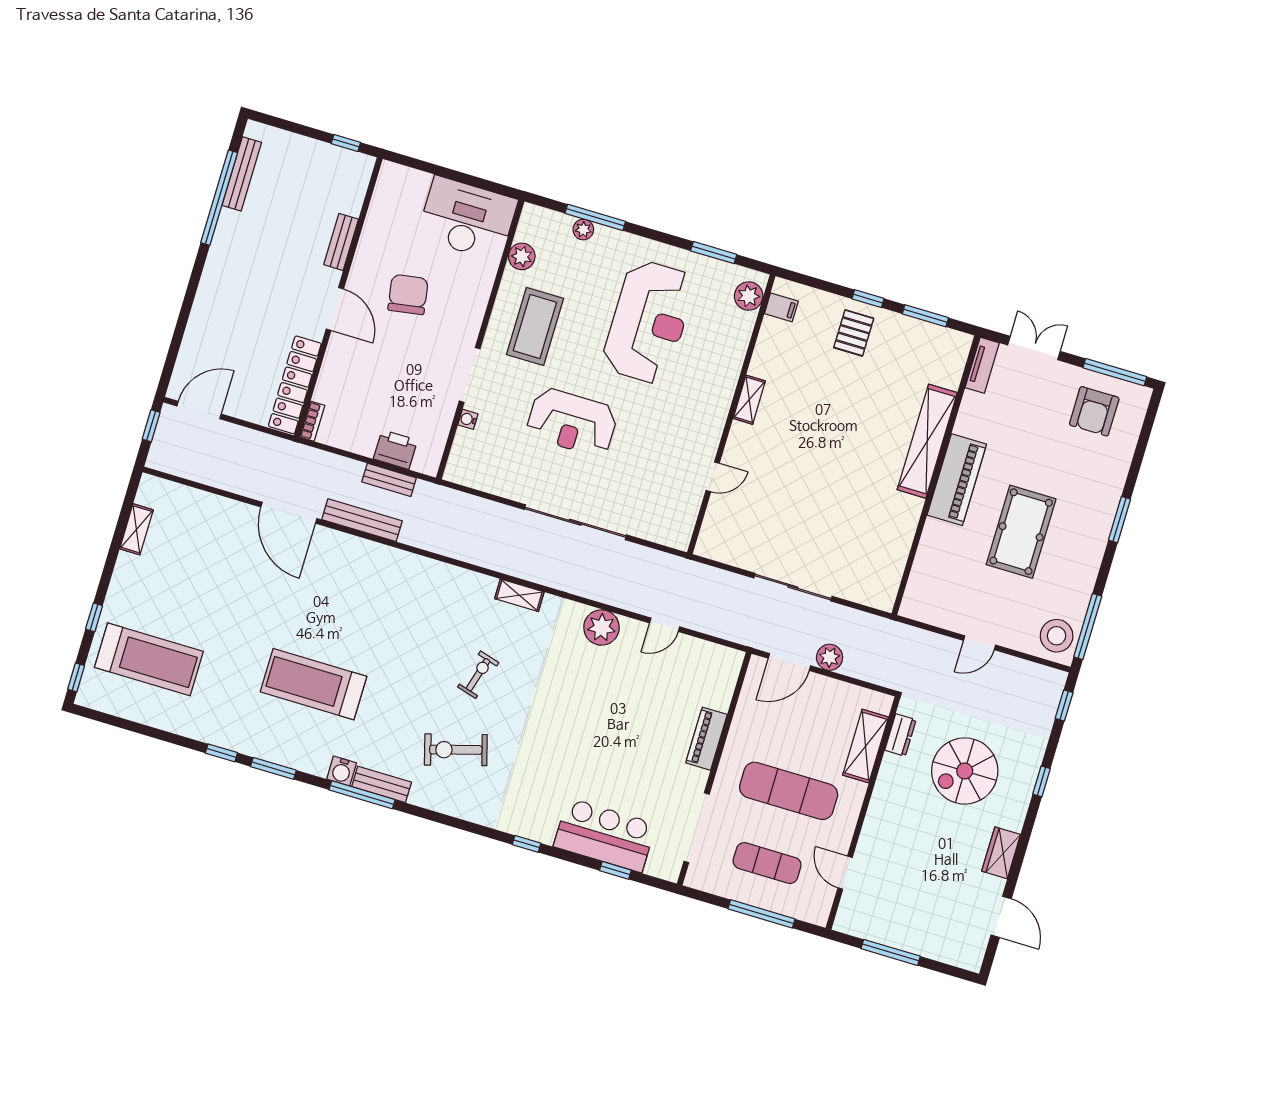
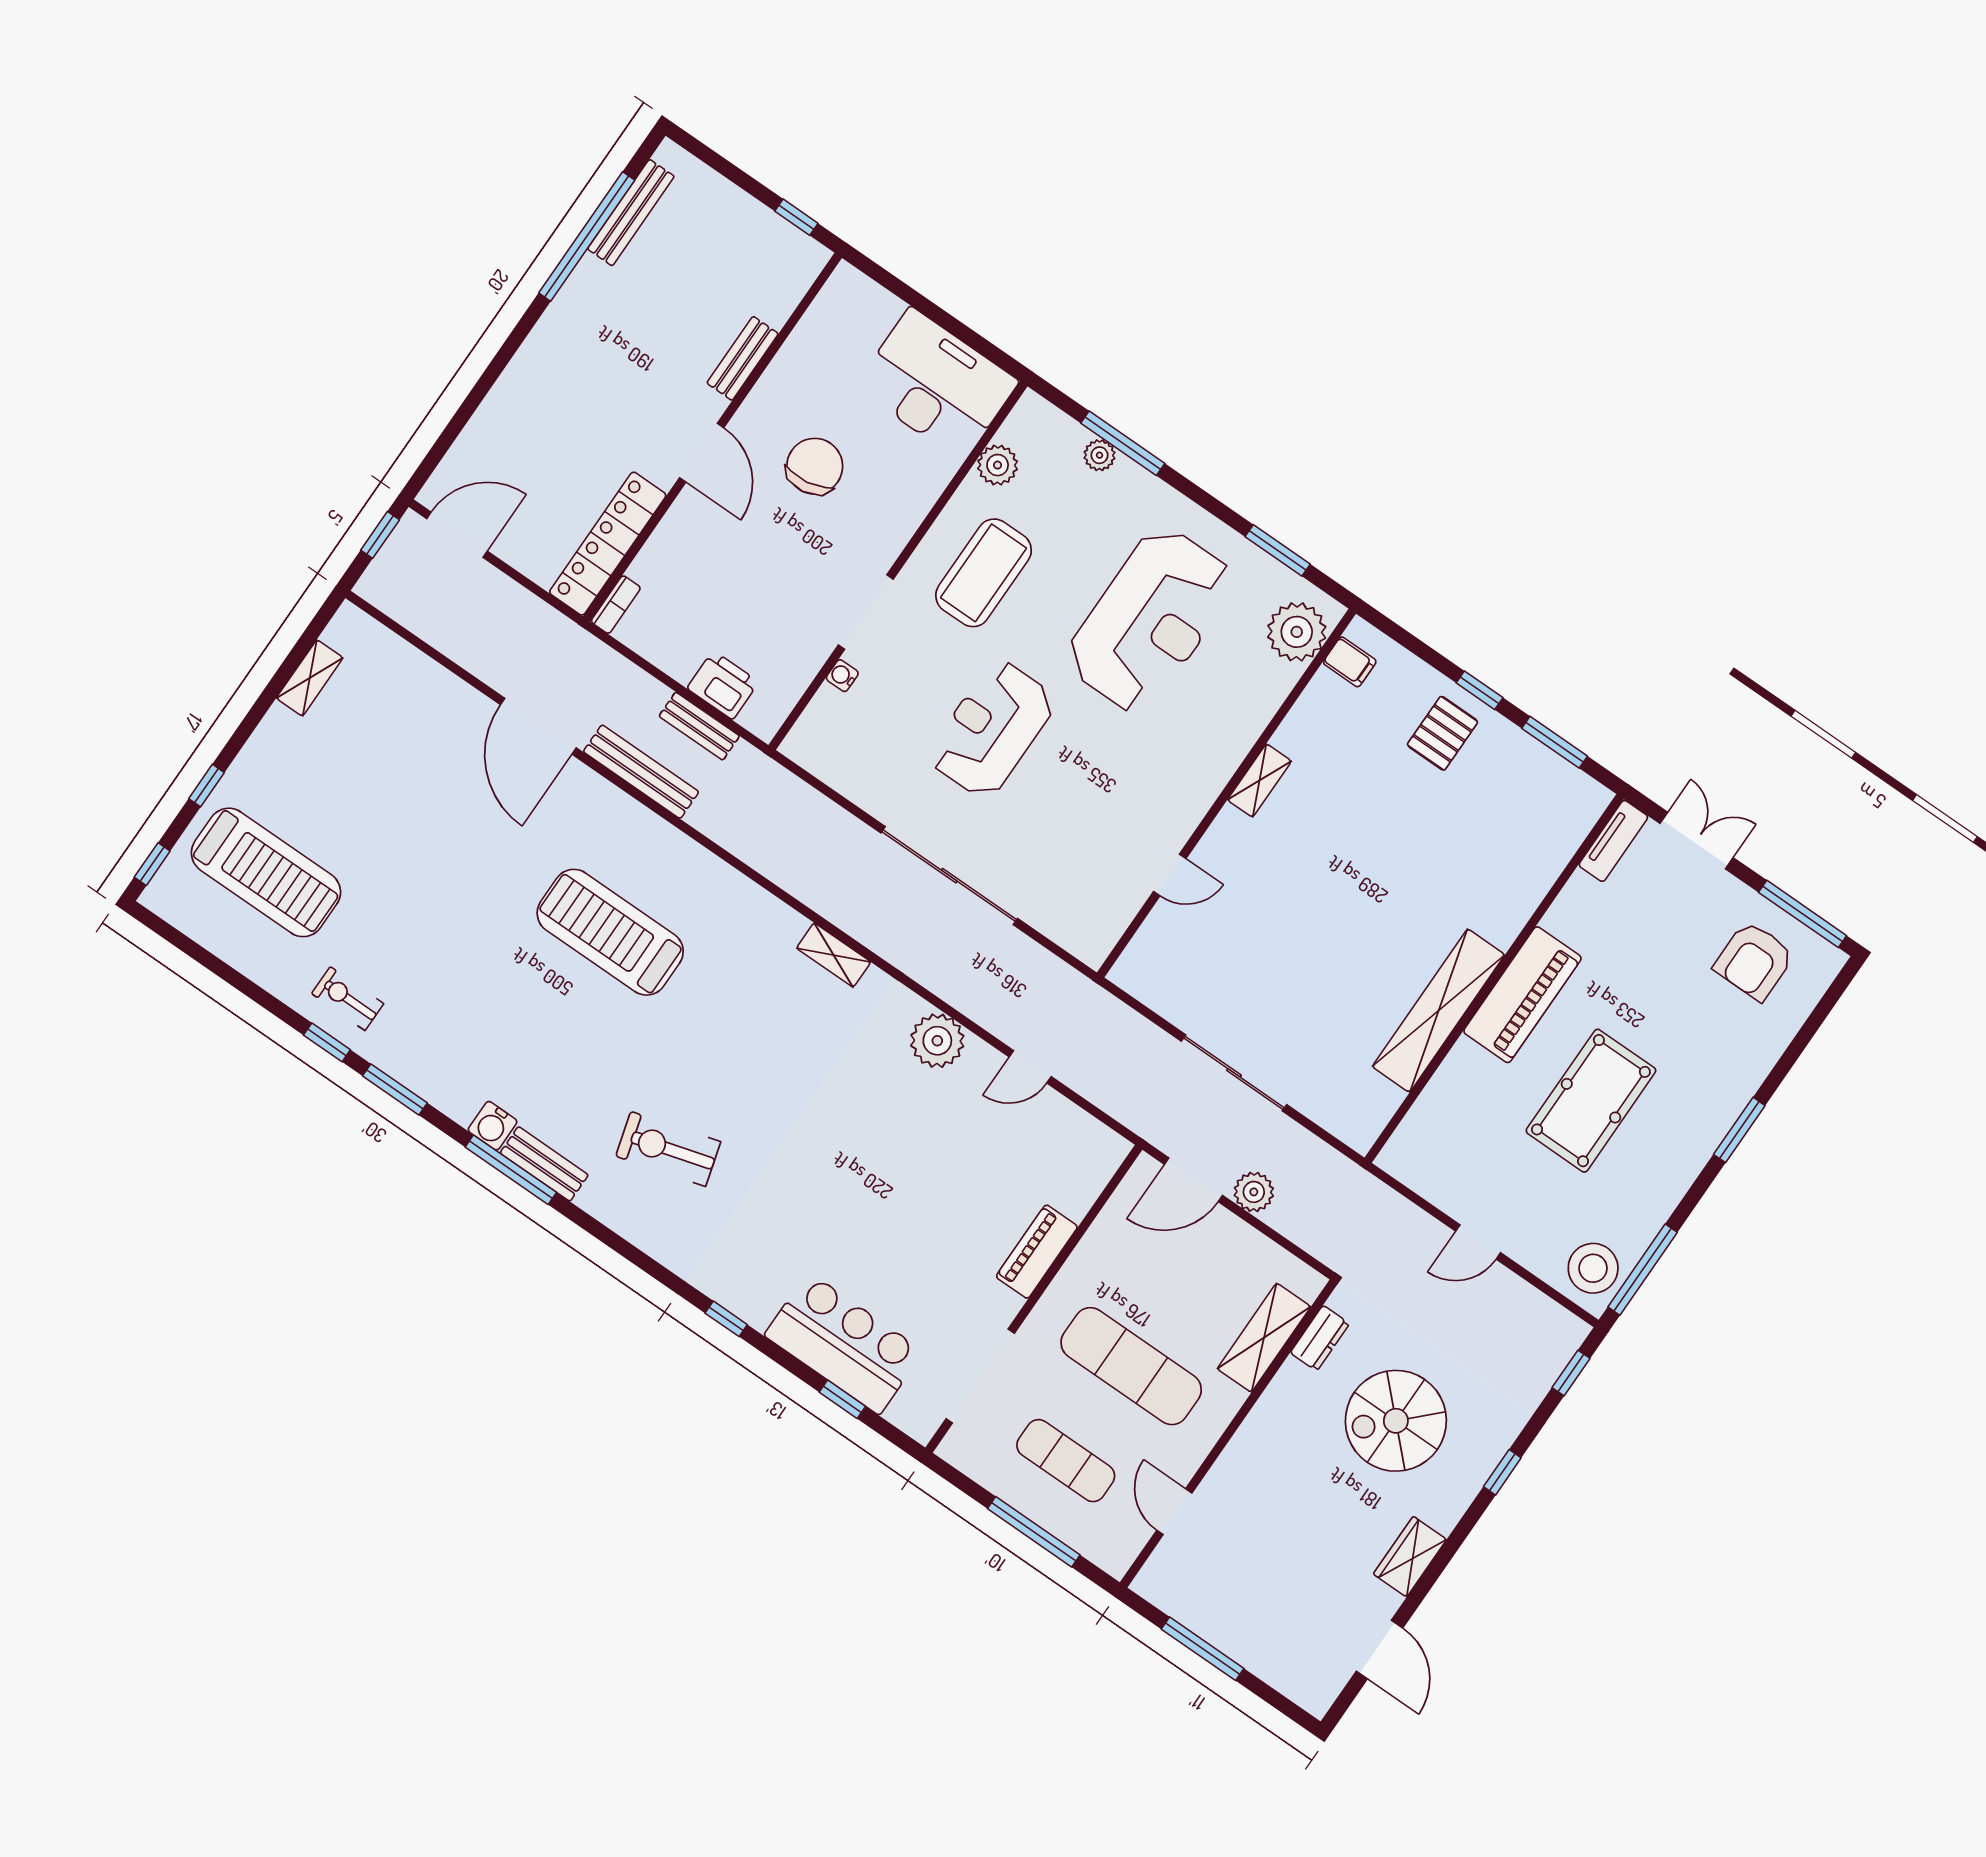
plant: (749, 296) -> (1297, 632), width x1.36, depth x1.36
reception desk: (572, 422) -> (992, 729), turned 90
shelving: (927, 441) -> (1439, 1011), moved
exercise bike: (478, 675) -> (348, 999), moved, turned -106
treadmill: (313, 684) -> (610, 932), moved

